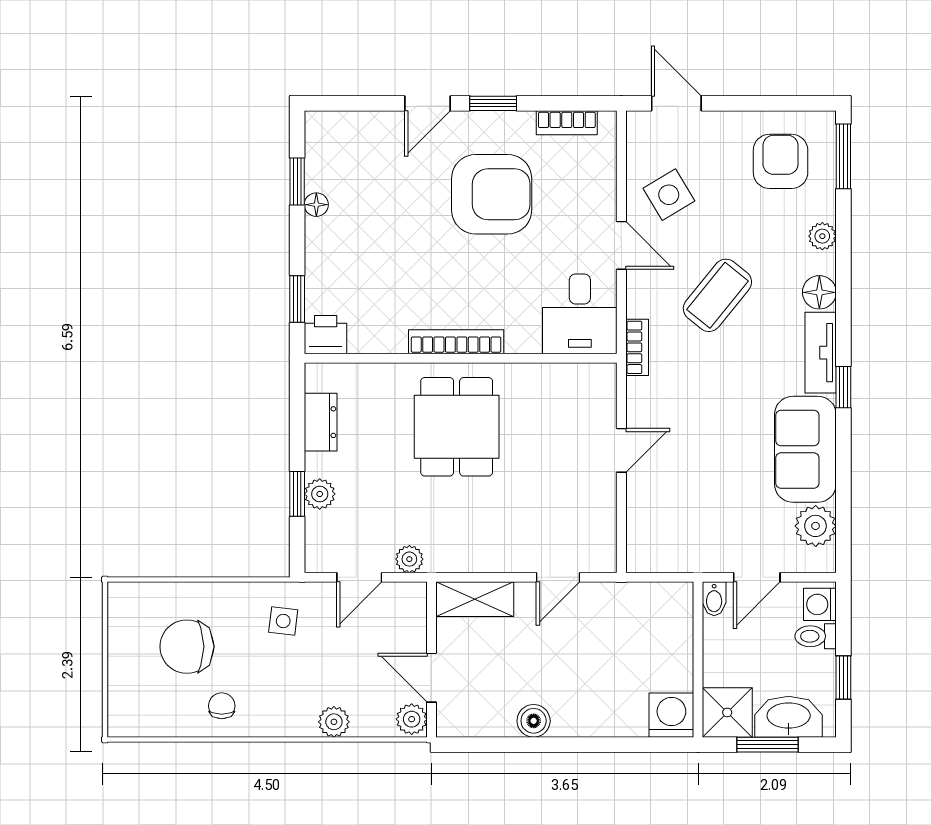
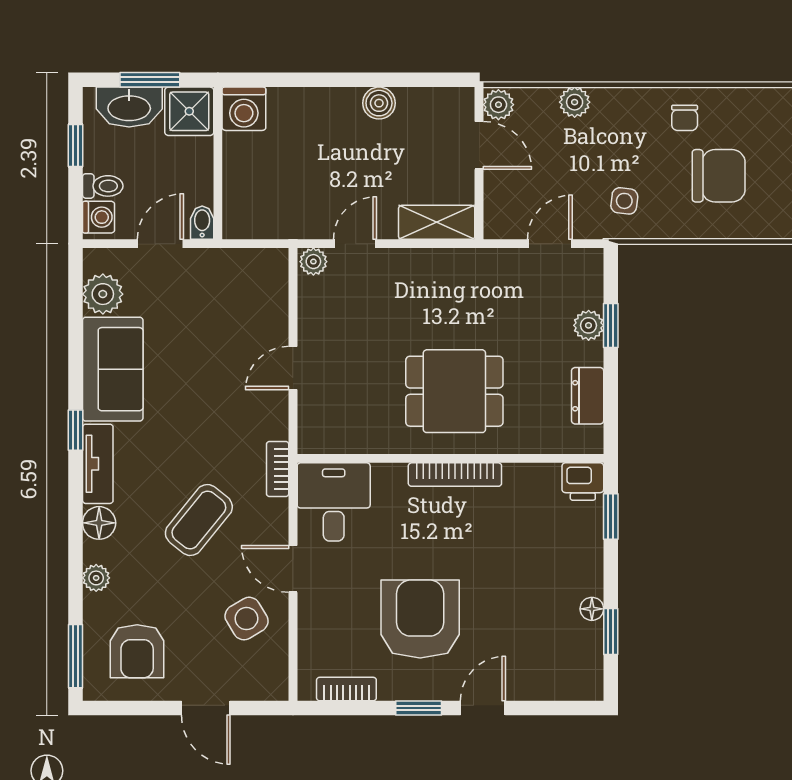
door: (676, 103) -> (206, 708), moved
armchair: (492, 194) -> (420, 619), turned 90
dining table: (457, 427) -> (454, 391), turned 90
plant: (409, 559) -> (313, 262), moved

